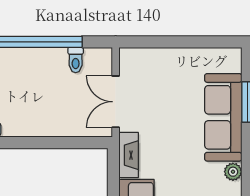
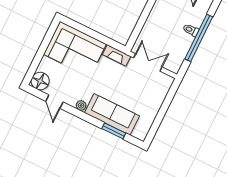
toilet: (76, 60) -> (191, 30), moved

